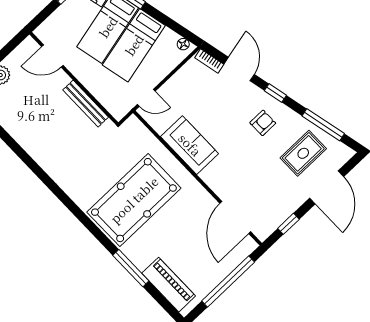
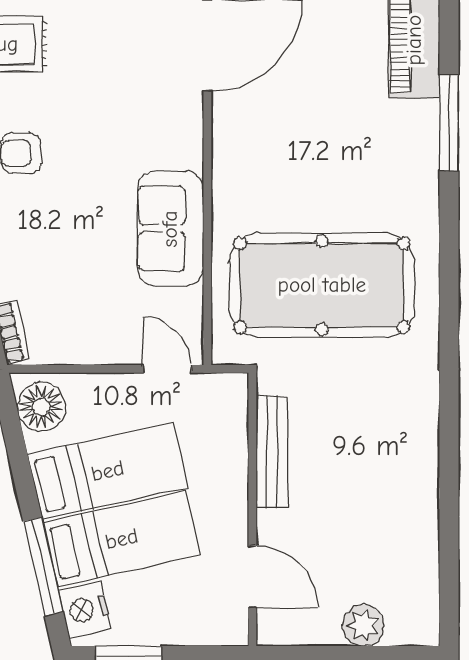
floor lamp: (183, 44) -> (41, 407), width x1.89, depth x1.89
pool table: (134, 200) -> (322, 285), moved

